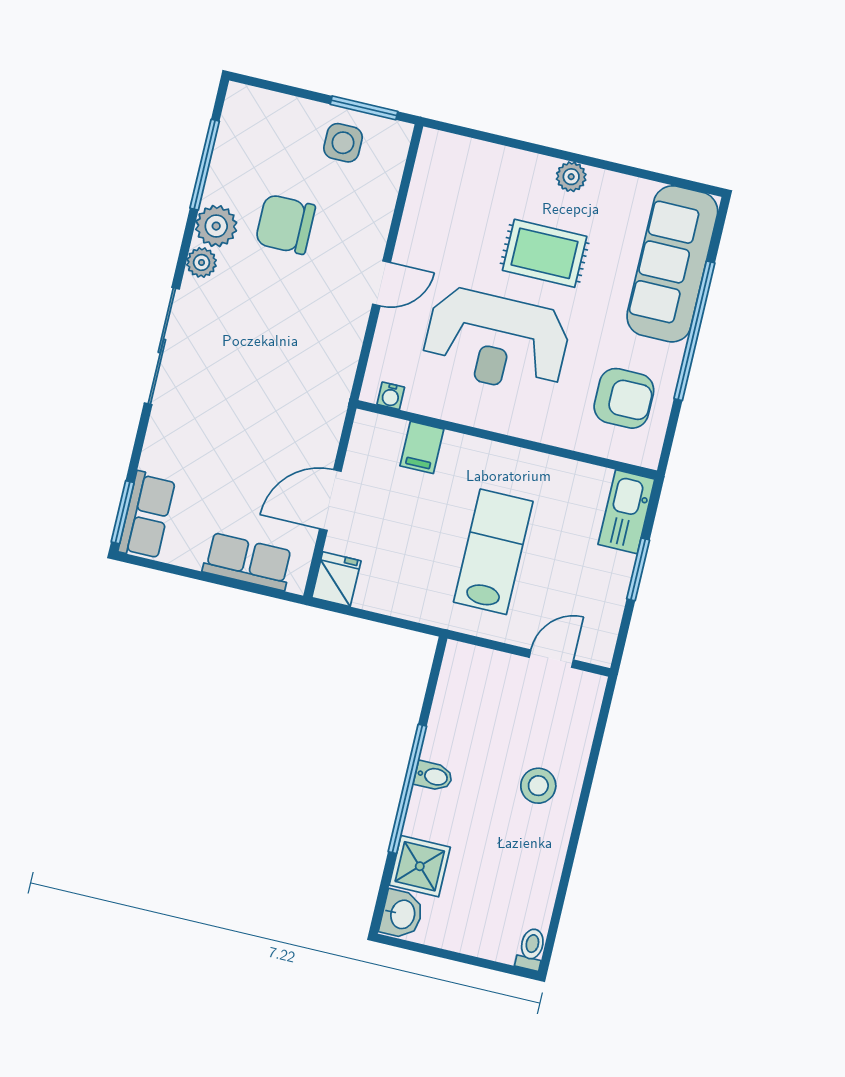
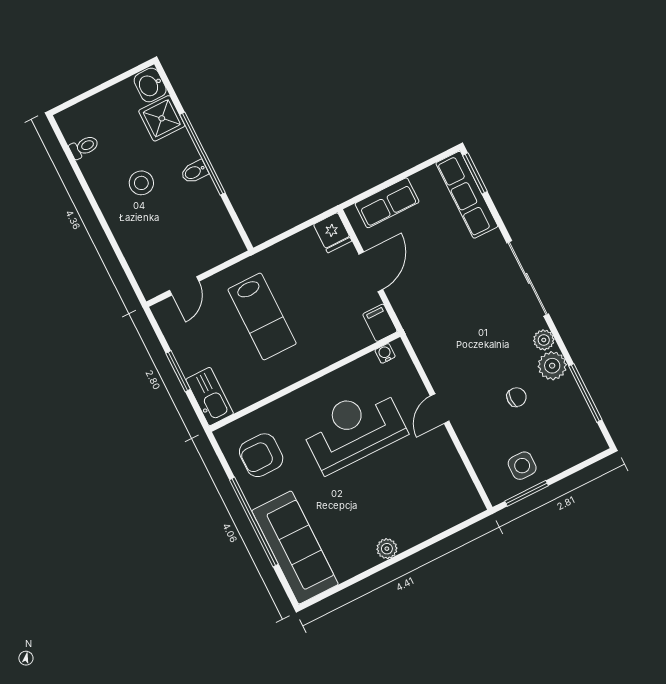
chair: (285, 224) -> (517, 397), width x0.54, depth x0.54
rug: (545, 253) -> (367, 496), removed
filing cabinet: (422, 447) -> (380, 323), moved
row of seats: (147, 516) -> (467, 195), width x1.48
stool: (538, 786) -> (141, 183), moved
toilet: (531, 949) -> (84, 147), moved, turned -90

